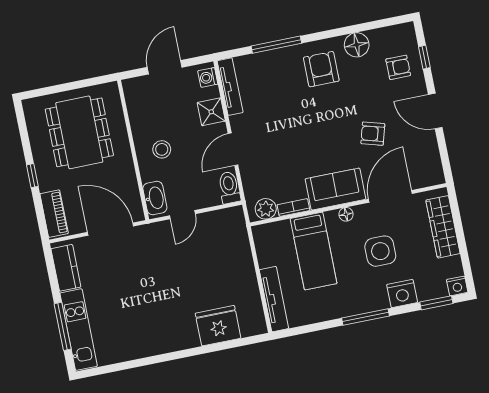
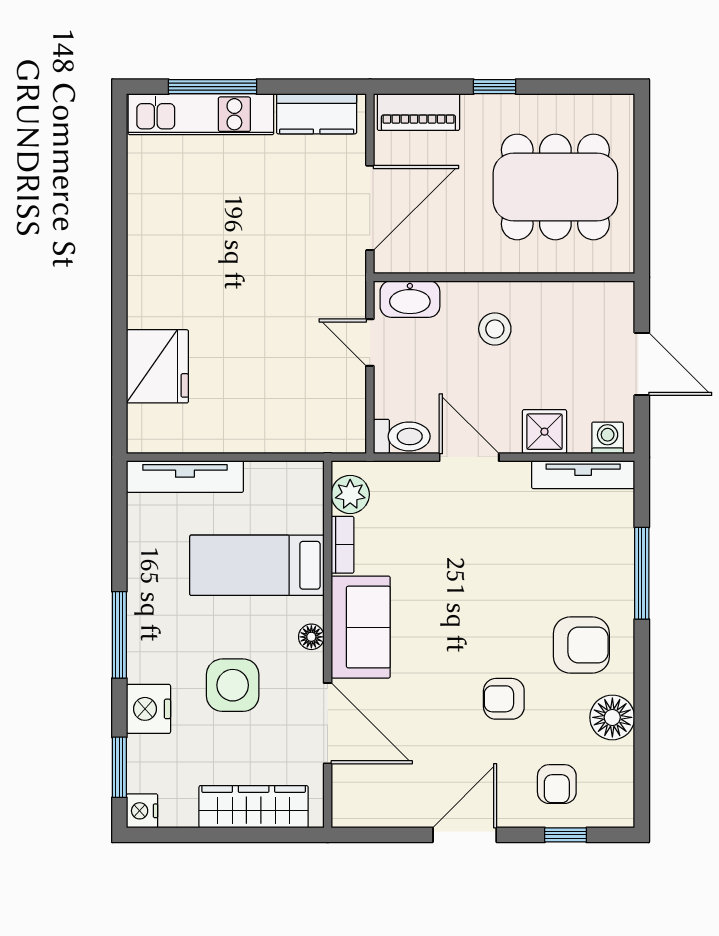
armchair: (373, 134) -> (504, 699), moved, turned -106

